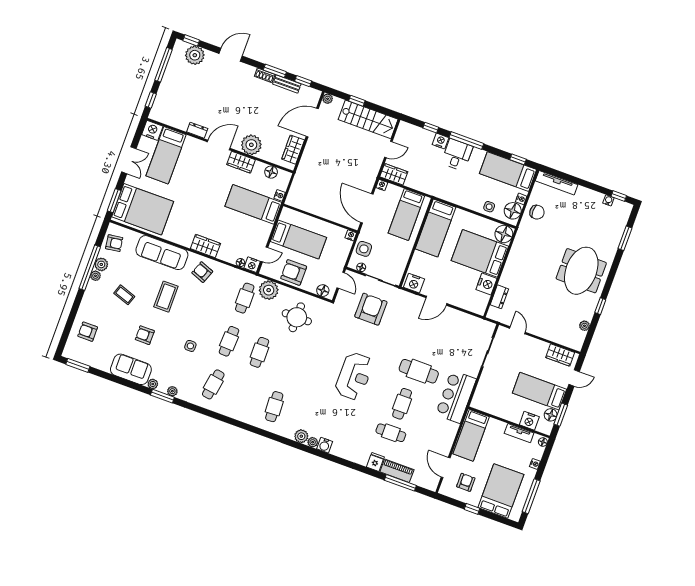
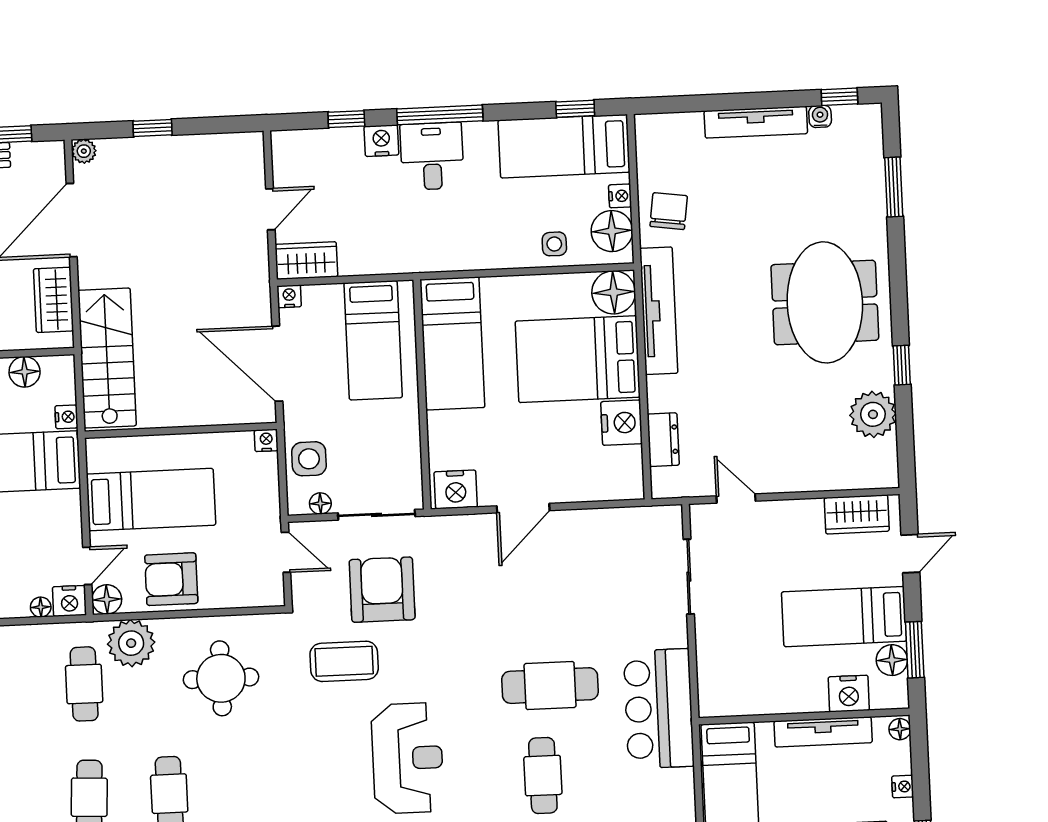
stairs: (368, 119) -> (107, 358), moved, turned -90
tv unit: (557, 183) -> (756, 122), moved
chair: (537, 212) -> (669, 211), turned -82
tv unit: (518, 248) -> (659, 311), added
floor lamp: (323, 291) -> (107, 599), moved
plant: (584, 326) -> (873, 414), width x1.88, depth x1.88
coffee table: (345, 330) -> (344, 661), added
tv unit: (519, 433) -> (823, 732), width x1.41

